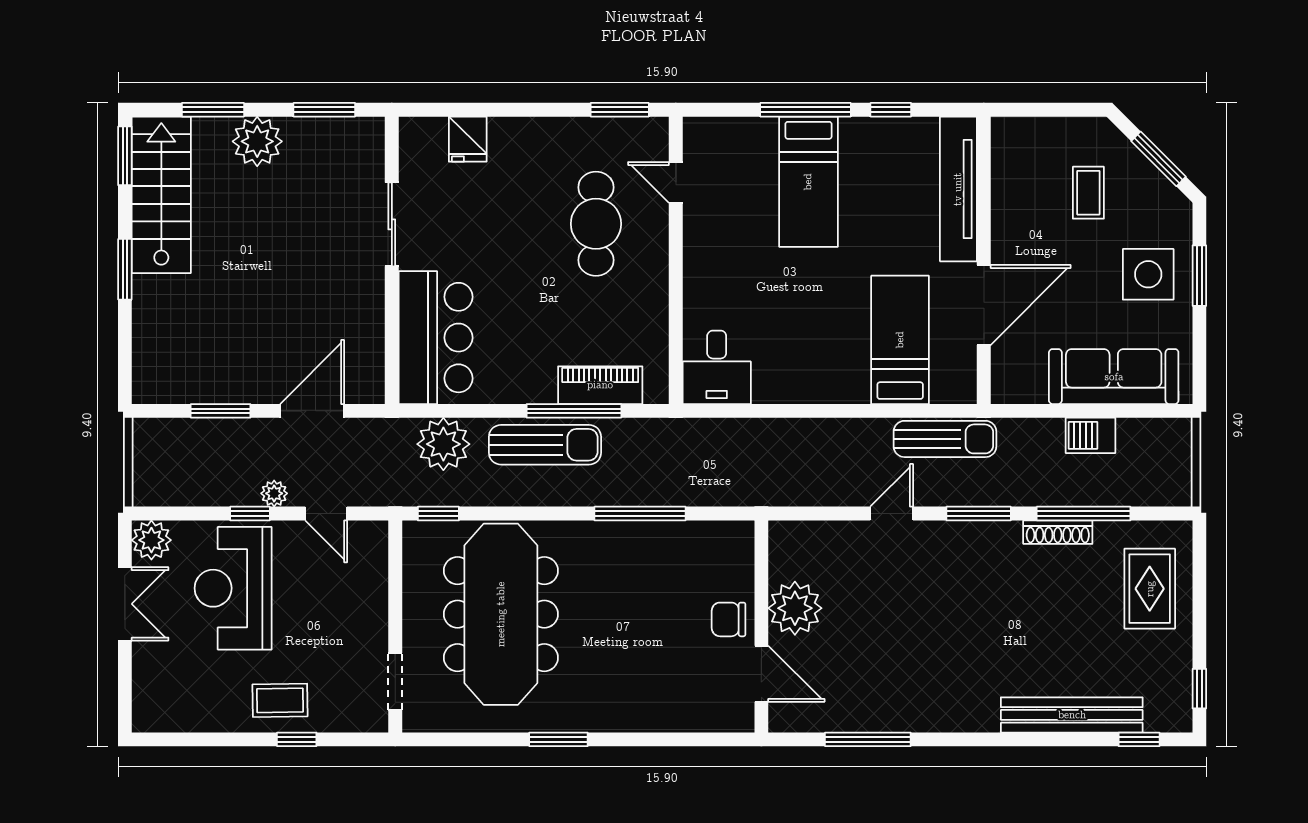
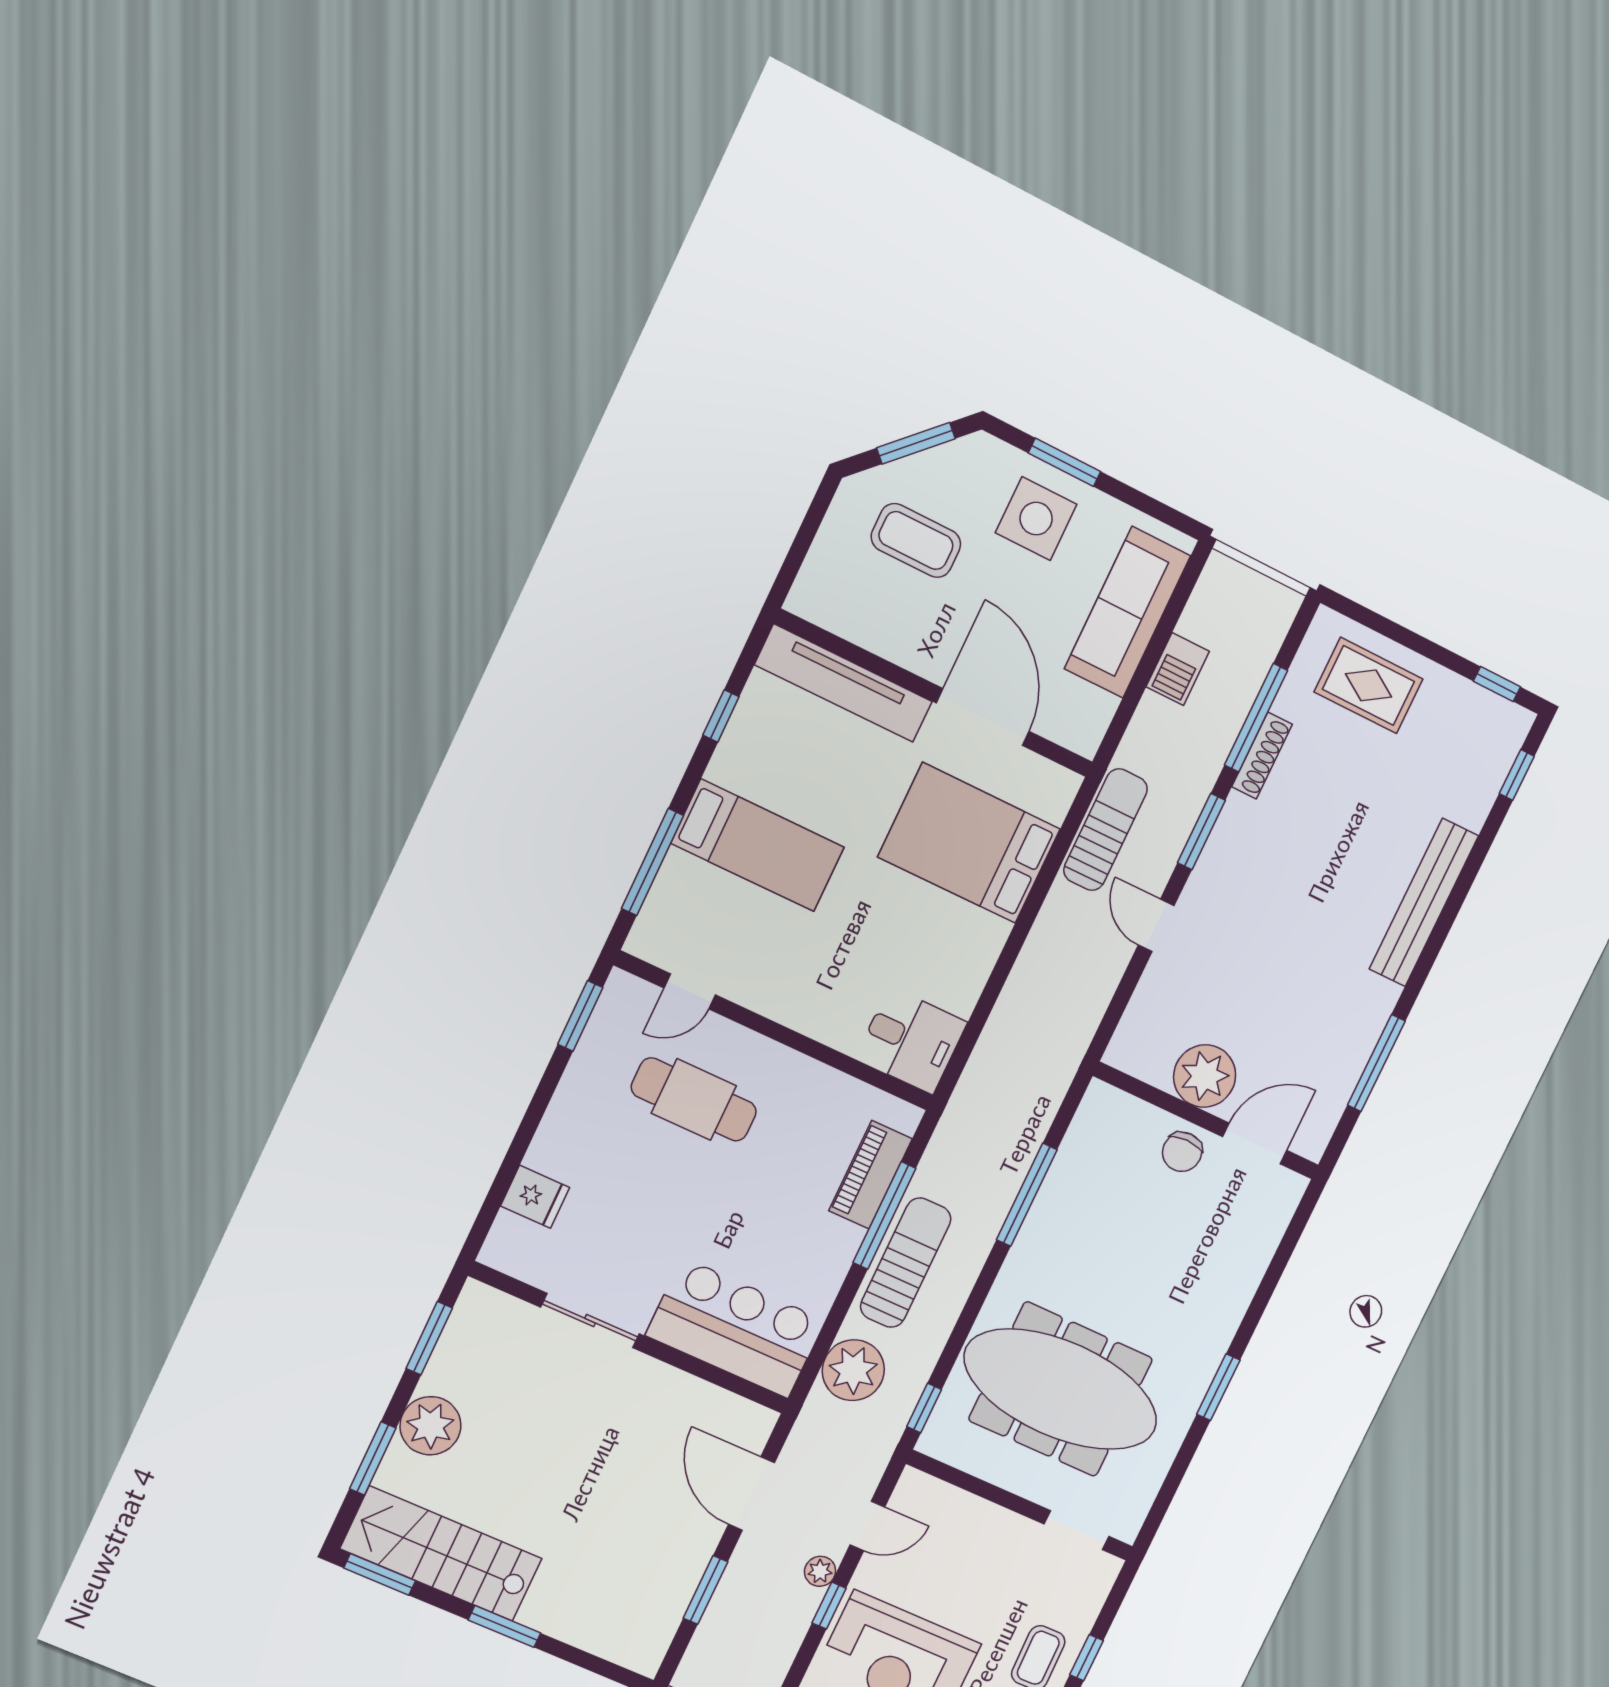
window: (806, 110) -> (652, 862), moved
coffee table: (1088, 193) -> (916, 540), width x1.36, depth x1.30
bed: (900, 340) -> (969, 843), width x1.50
bench: (1072, 715) -> (1424, 902), moved

